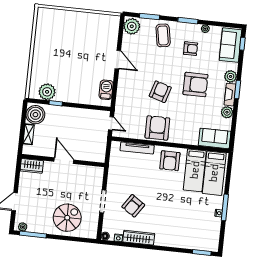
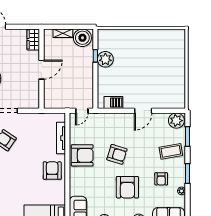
plant: (47, 92) -> (105, 59), moved
armchair: (170, 161) -> (52, 171), turned 90
bed: (195, 170) -> (45, 195), removed

